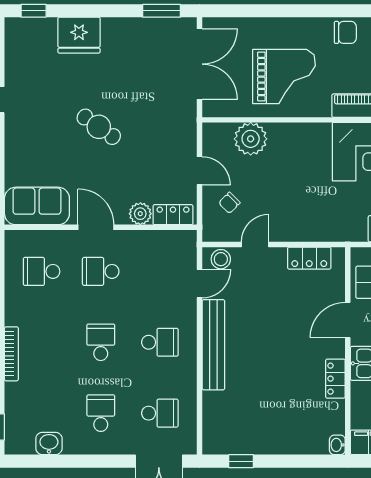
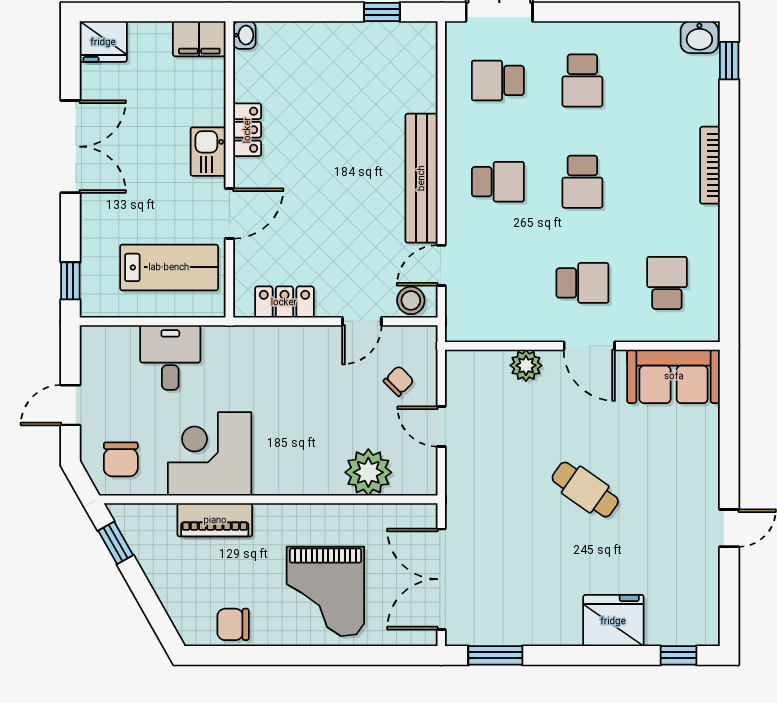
grand piano: (284, 77) -> (325, 591), moved, turned -90
locker: (173, 215) -> (479, 364), removed
school desk: (42, 271) -> (667, 283), turned -90
school desk: (160, 342) -> (498, 182), turned 180
washbasin: (49, 443) -> (699, 37), moved

